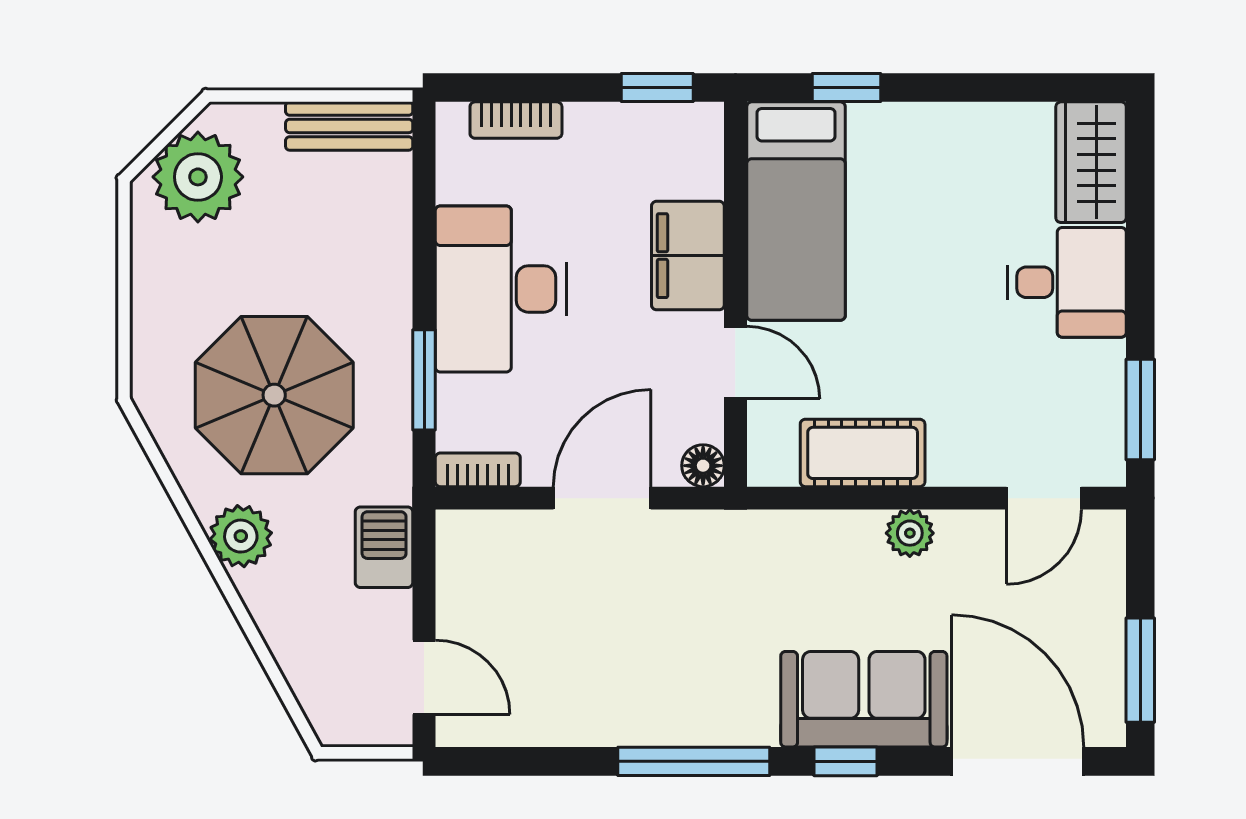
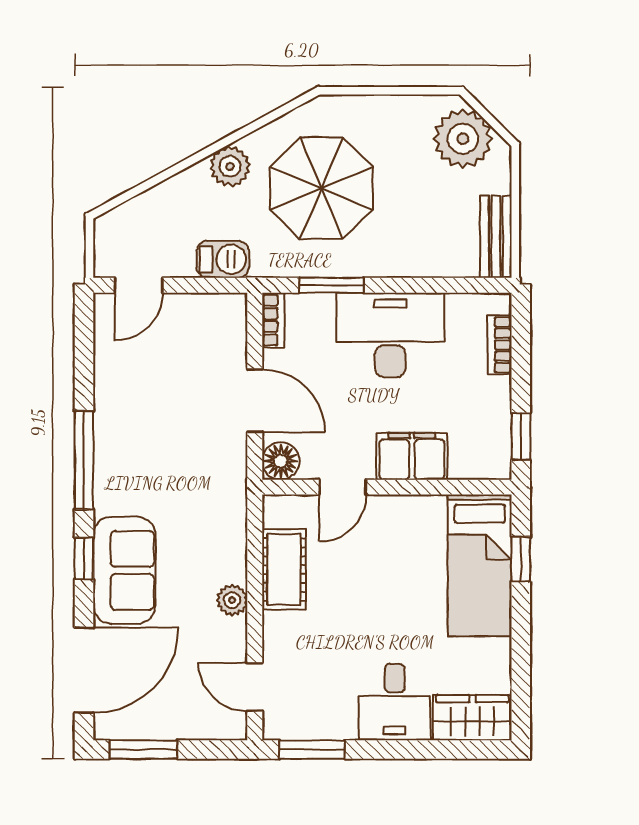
bed: (796, 211) -> (480, 565), moved, turned -90
floor lamp: (703, 466) -> (281, 461), width x1.37, depth x1.37

